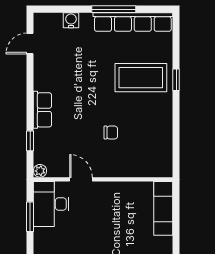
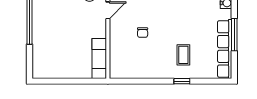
coffee table: (141, 78) -> (183, 55), width x0.54, depth x0.58
exam couch: (163, 208) -> (99, 58), moved, turned -90

